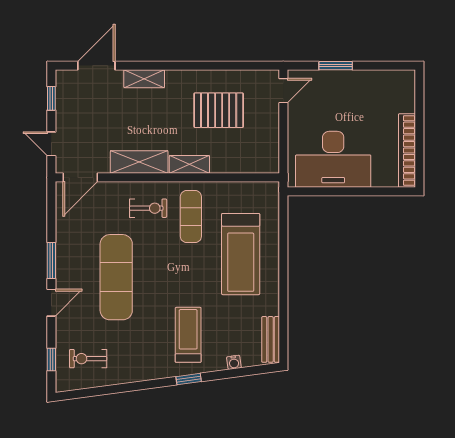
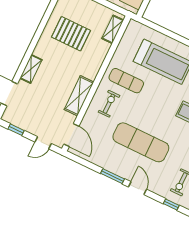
pallet: (219, 110) -> (71, 34), turned 90
shelving: (189, 164) -> (113, 29), moved

